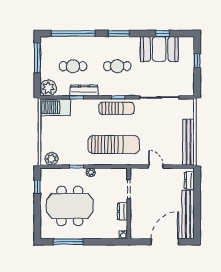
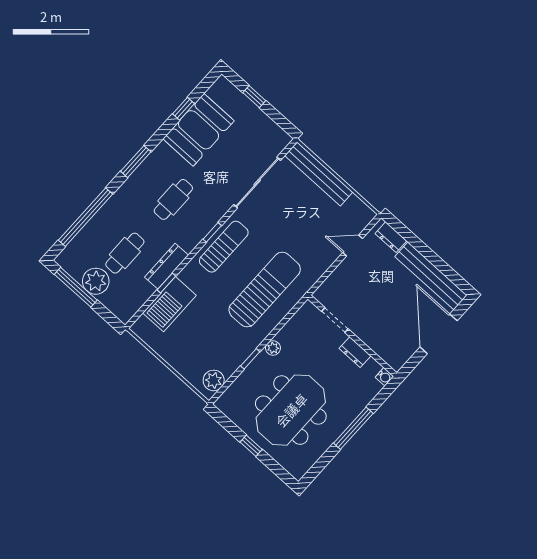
plant: (48, 88) -> (96, 281), moved
barbecue: (55, 107) -> (169, 304), moved
bench: (189, 142) -> (319, 174), moved
door: (156, 166) -> (353, 246), moved
window: (37, 187) -> (251, 446), moved
window: (68, 242) -> (353, 428), moved

